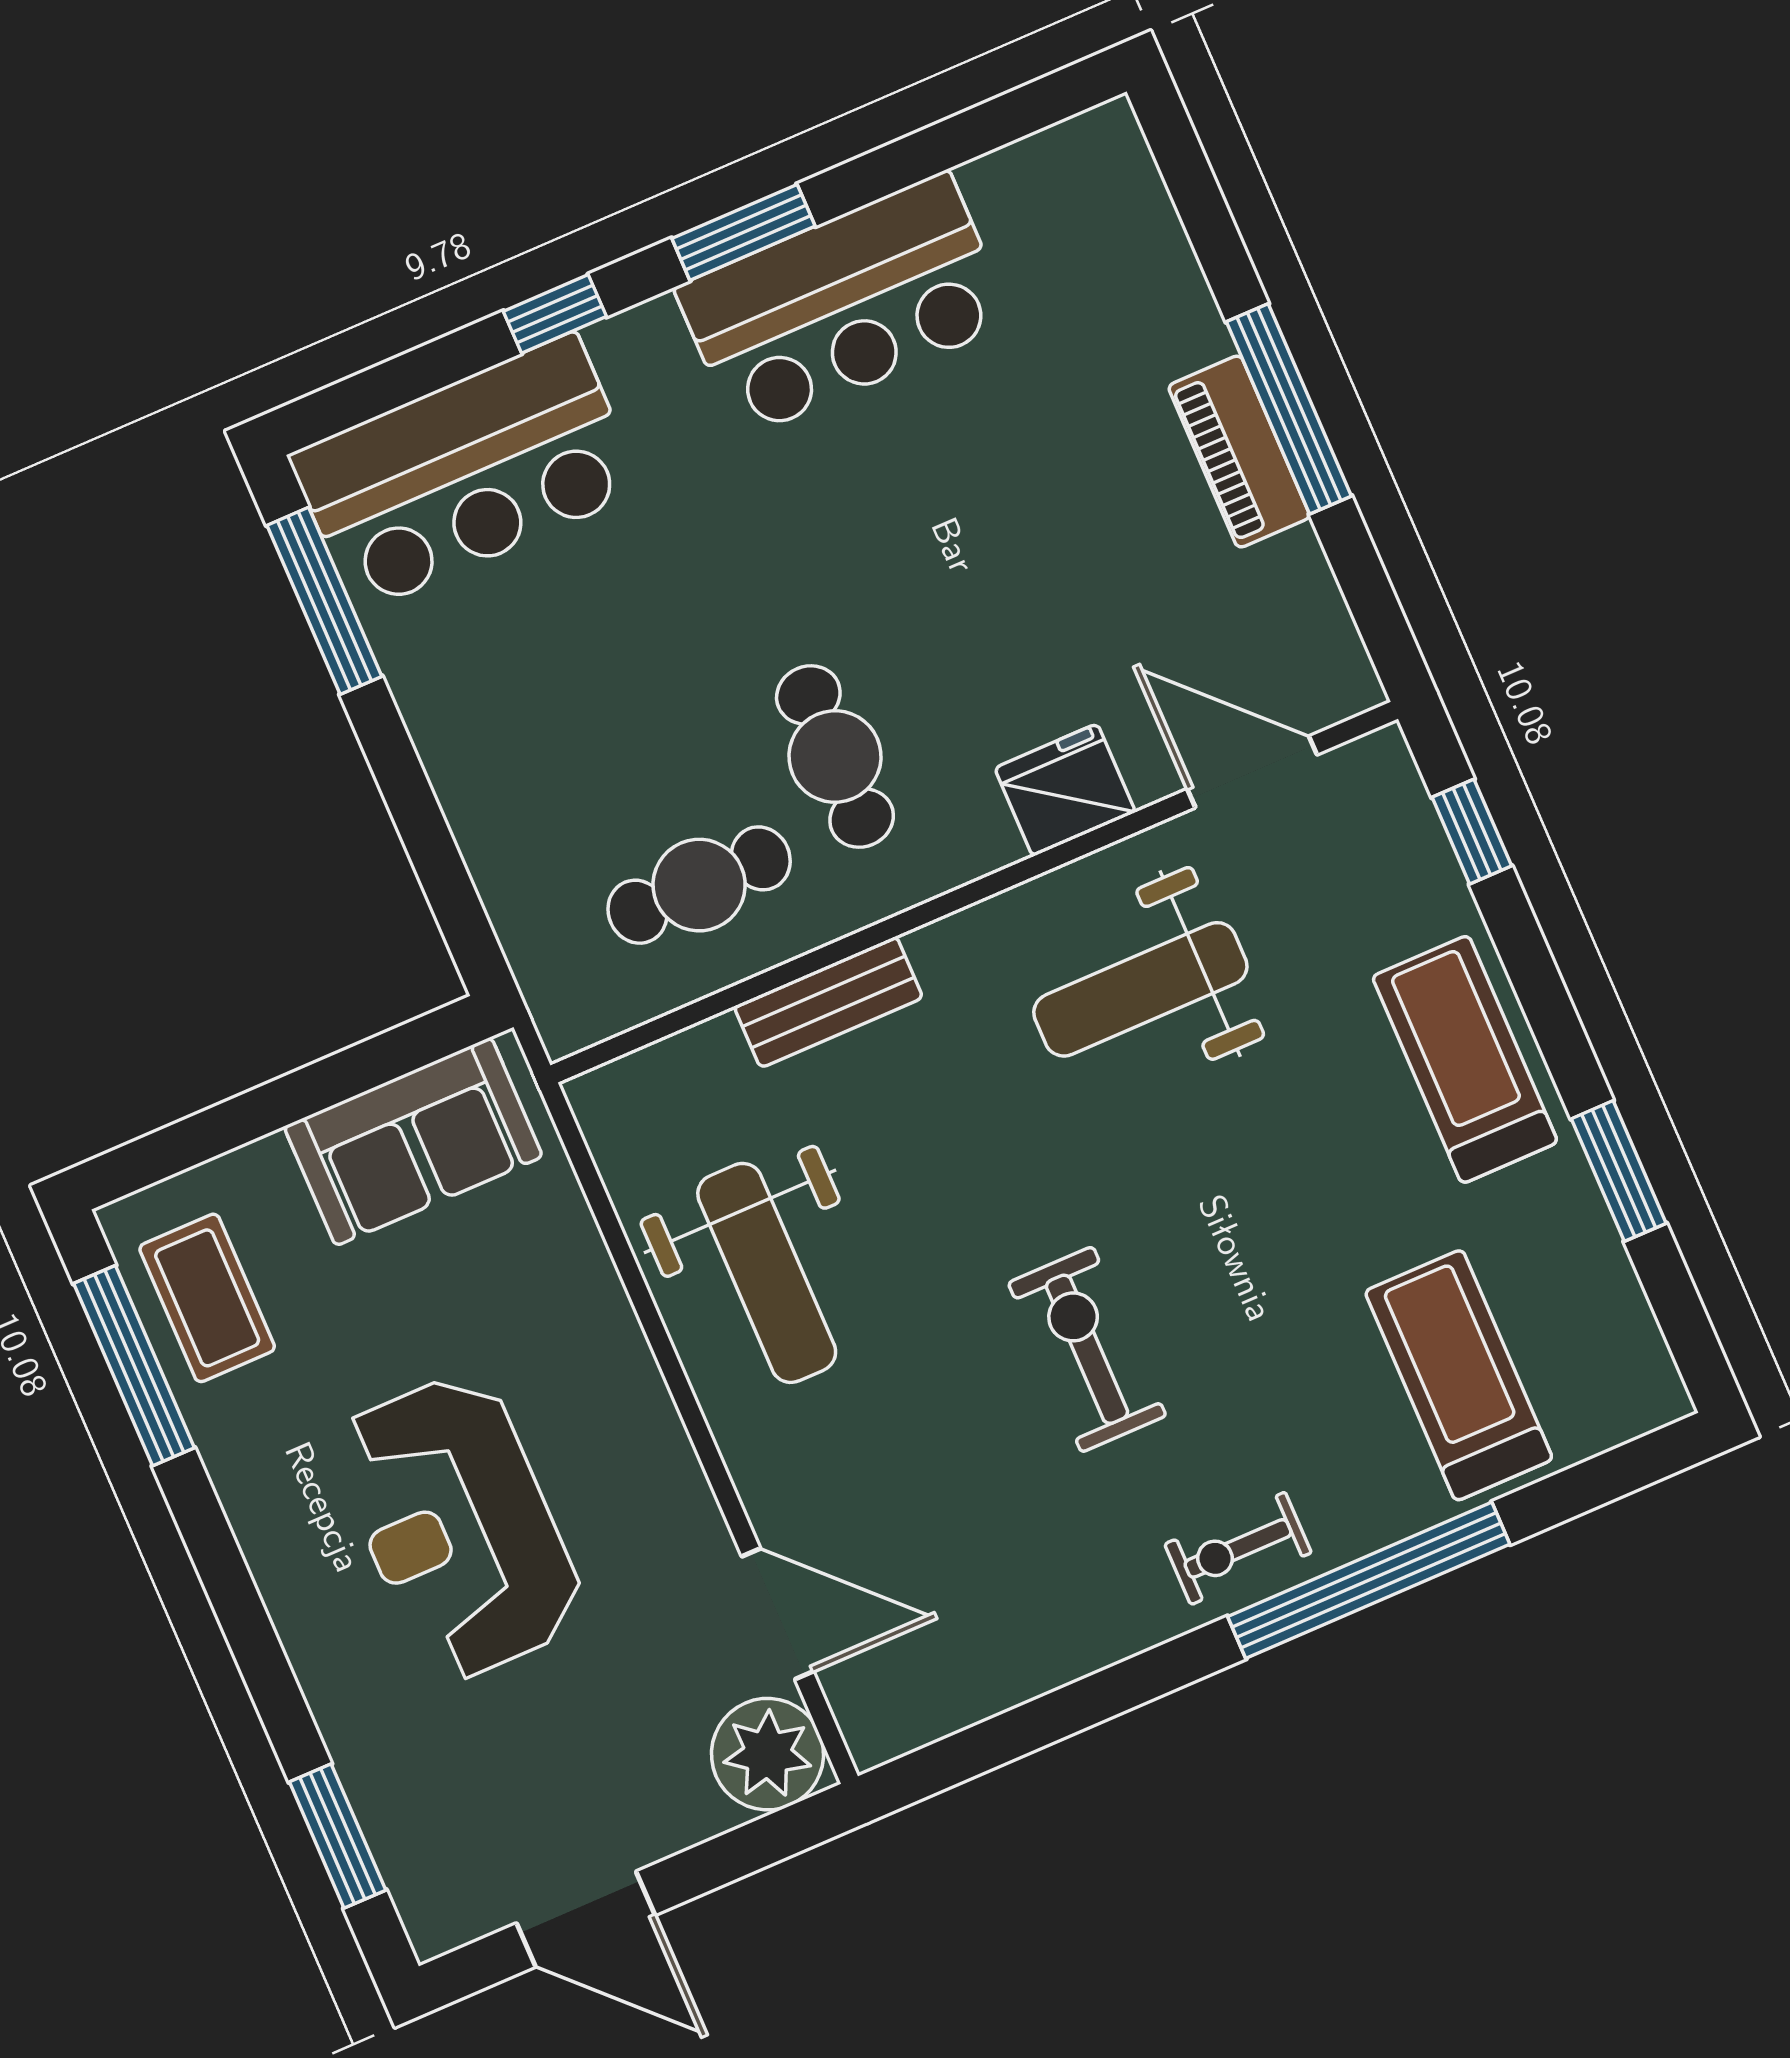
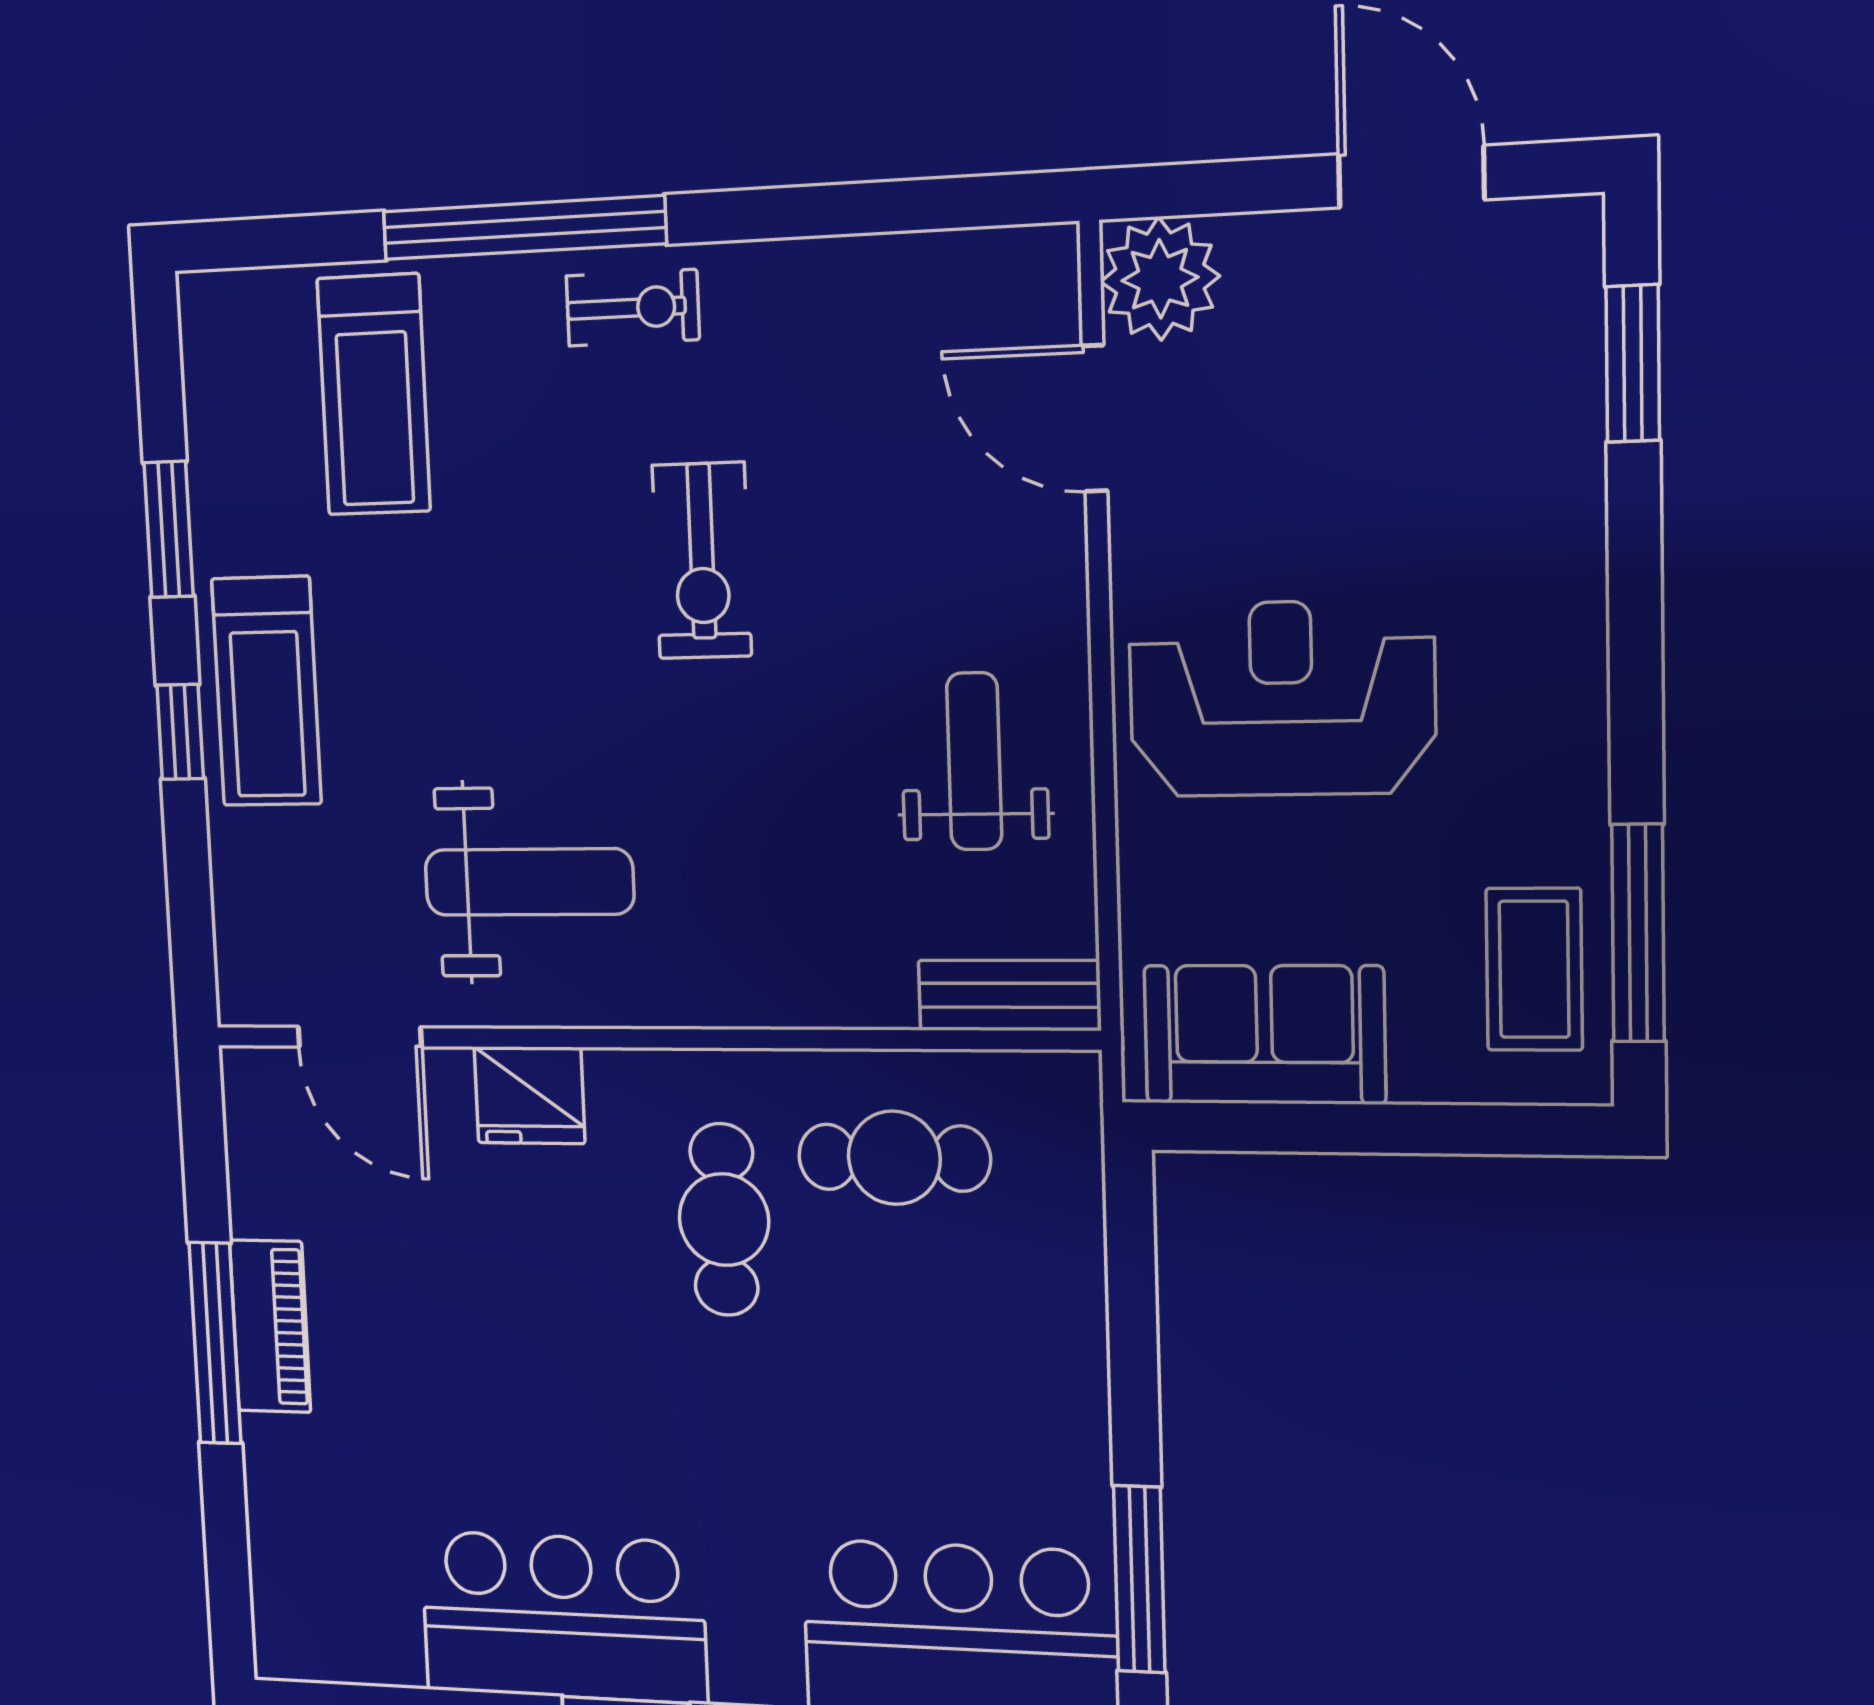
window: (1472, 832) -> (180, 732), moved
bench: (828, 1002) -> (1009, 995), moved
weight bench: (767, 1273) -> (974, 761), width x0.73, depth x0.75
reception desk: (458, 1527) -> (1282, 699), moved, turned -90

